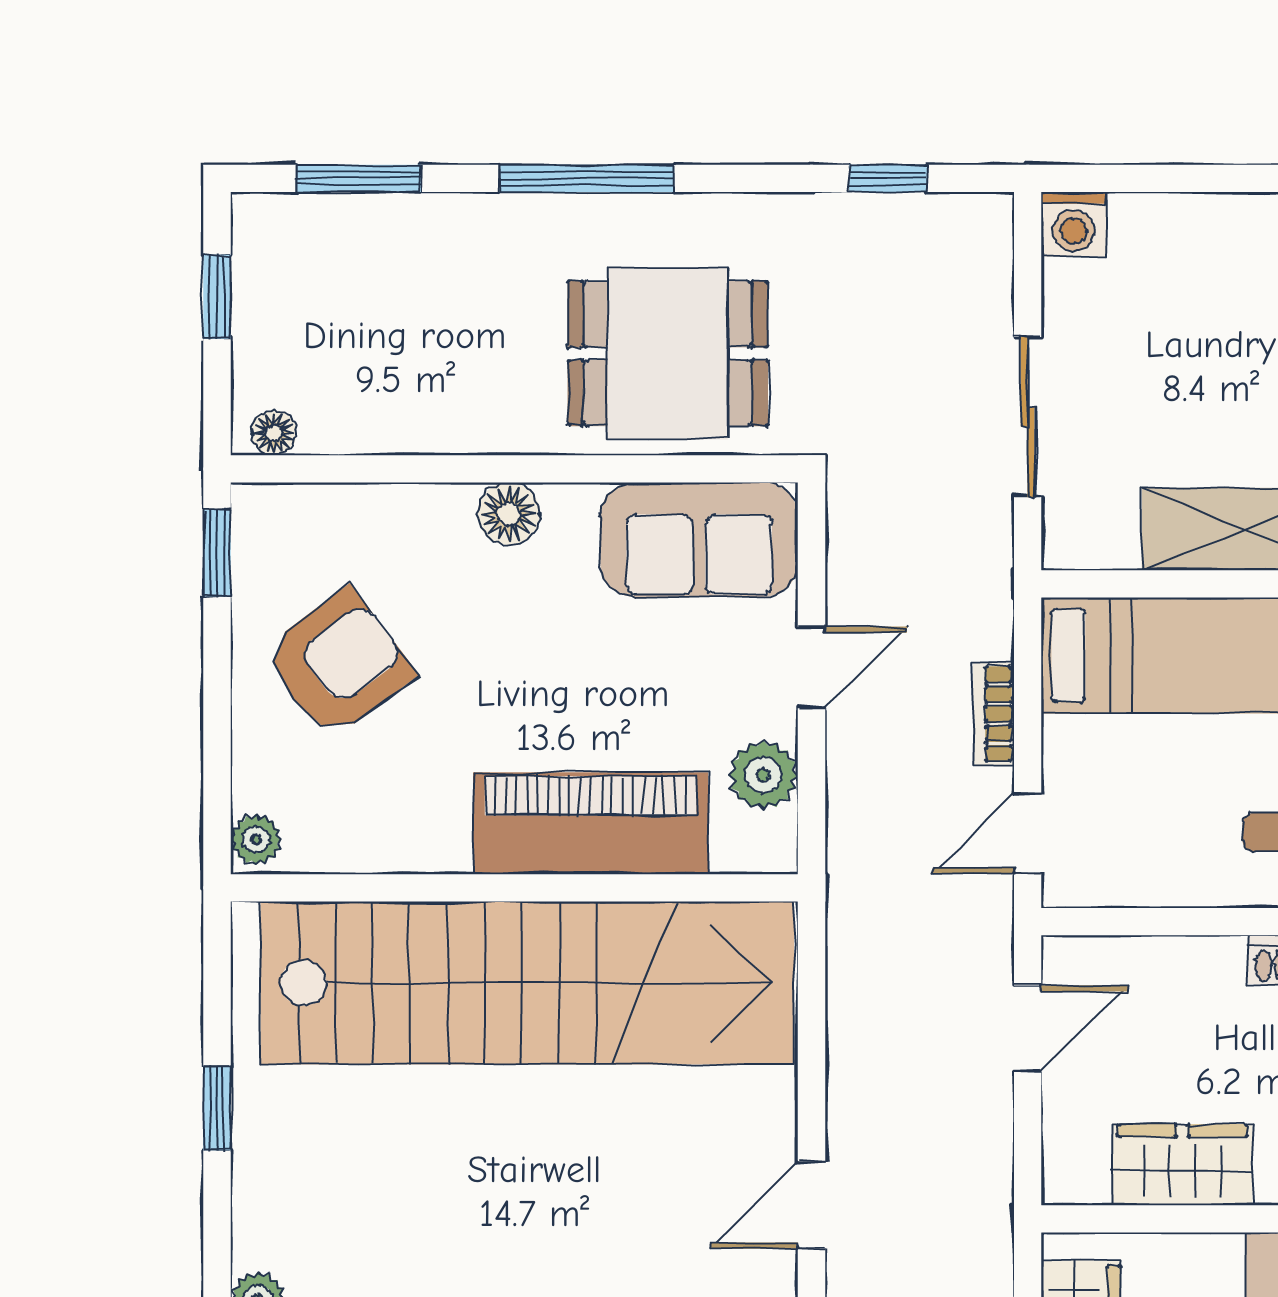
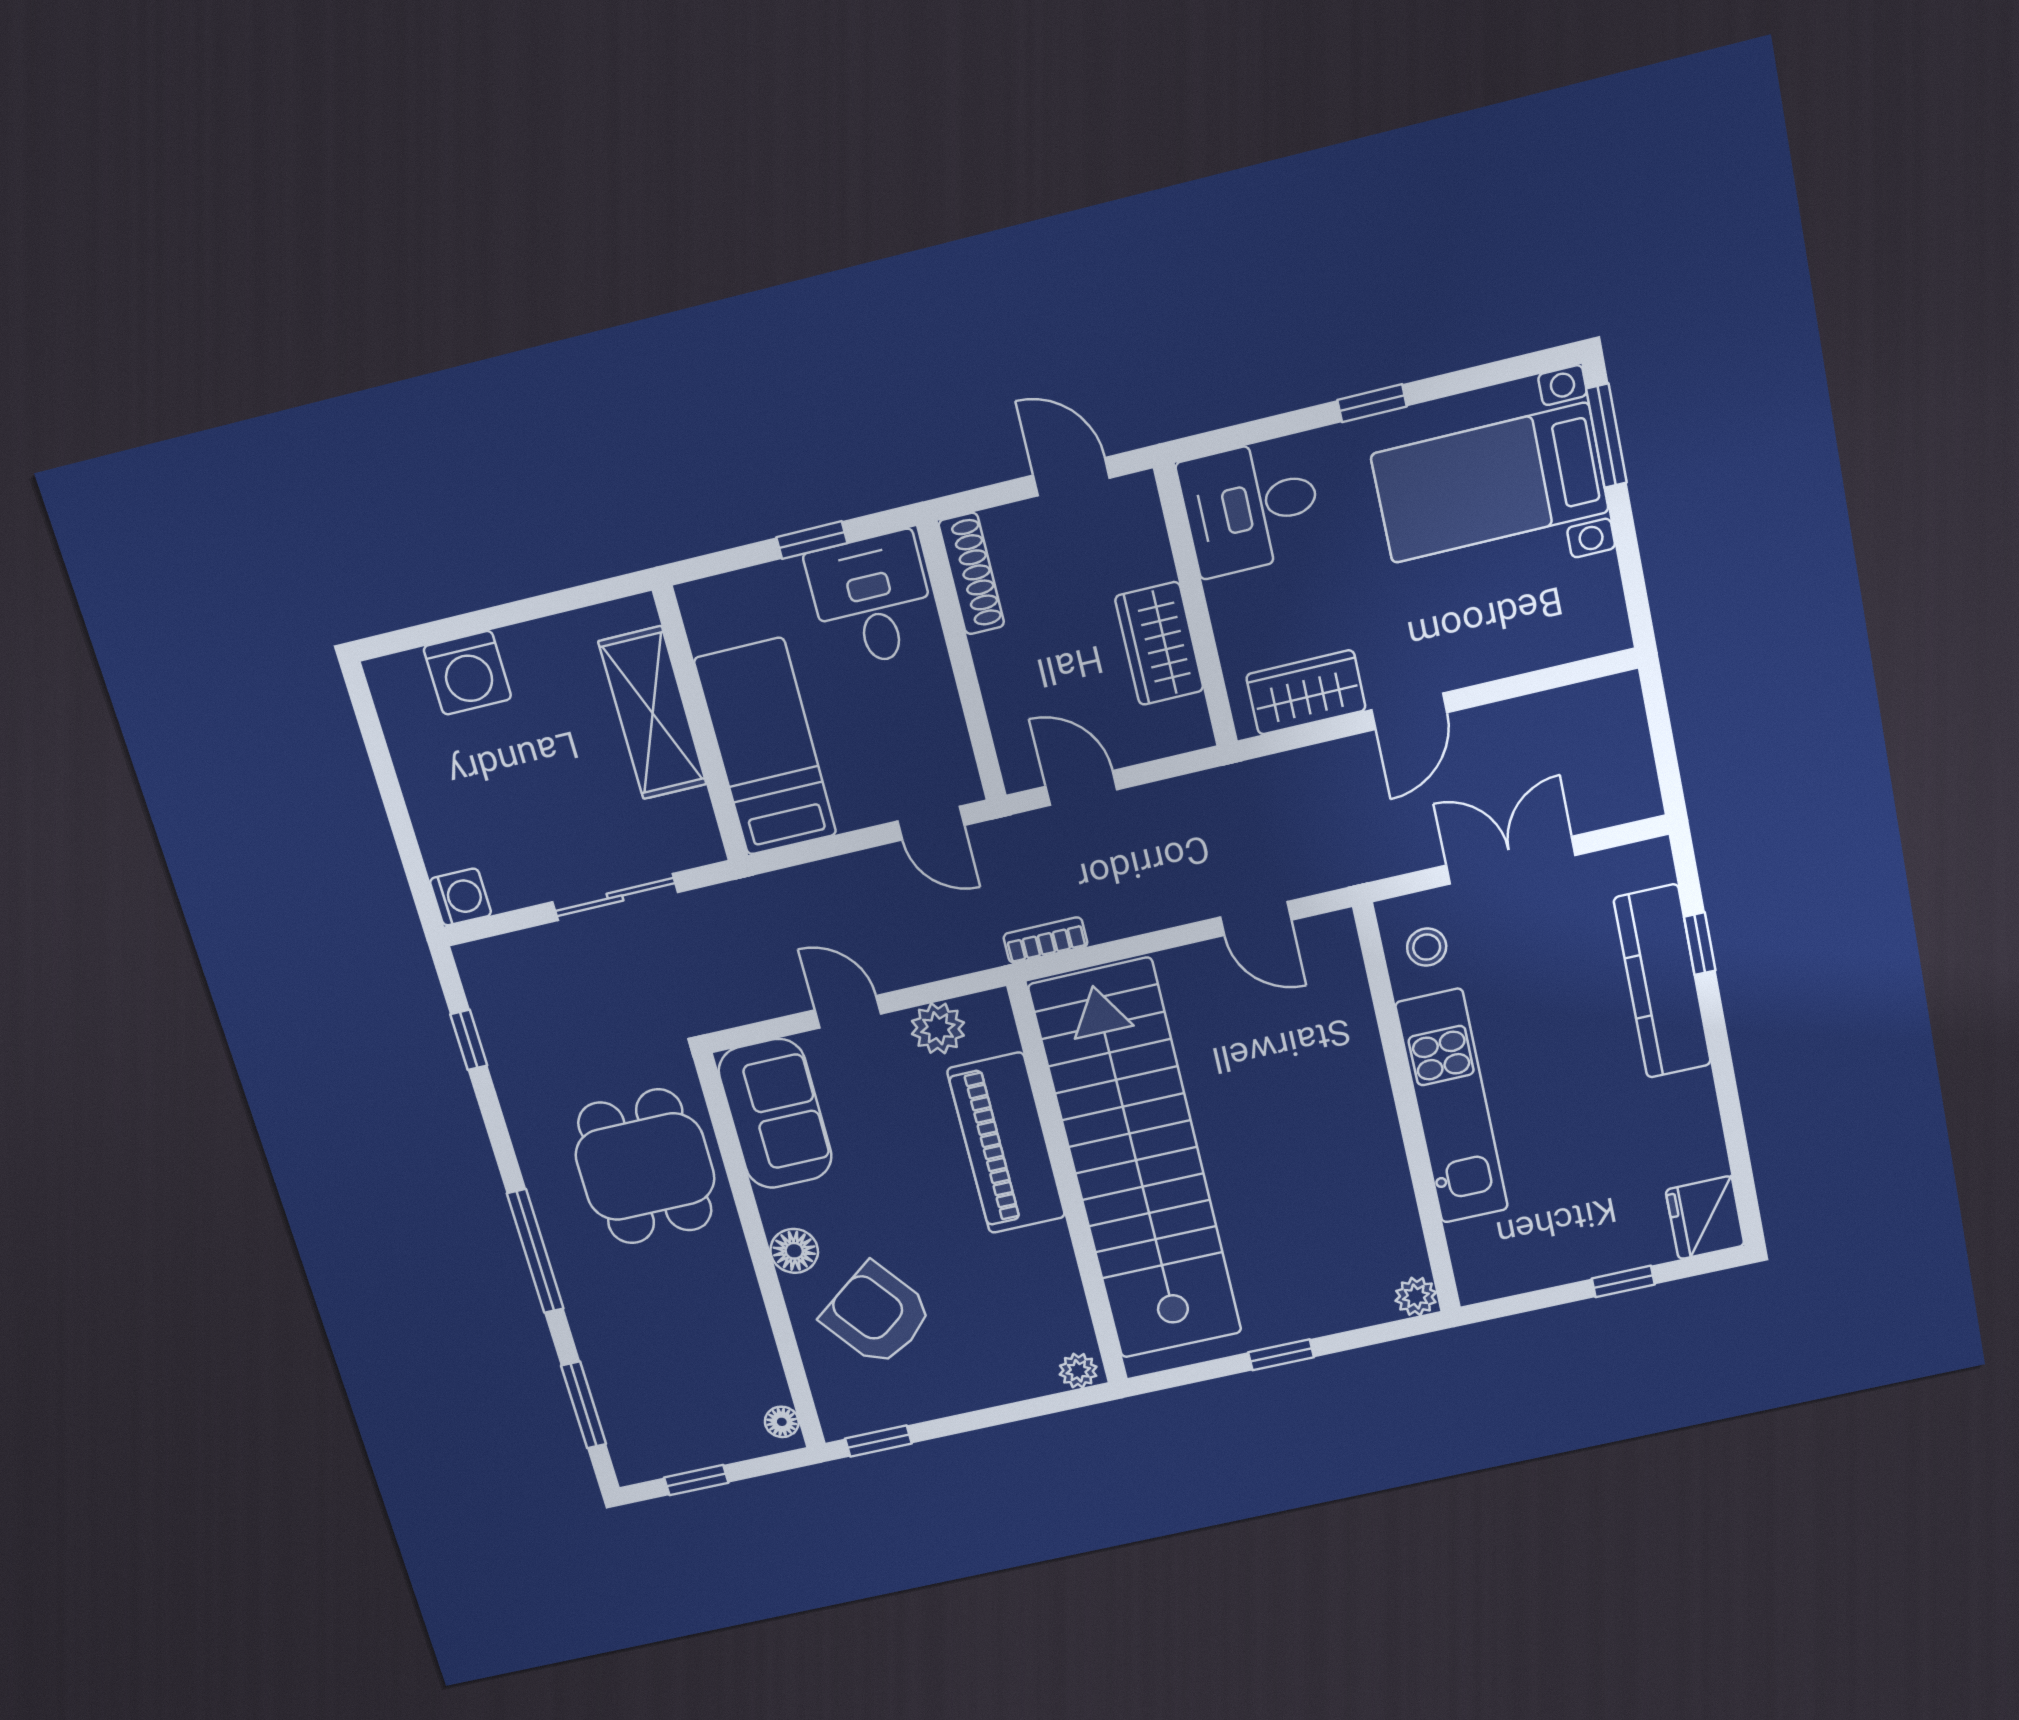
armchair: (338, 663) -> (877, 1315), moved
bookcase: (994, 714) -> (1046, 940), moved, turned 180

